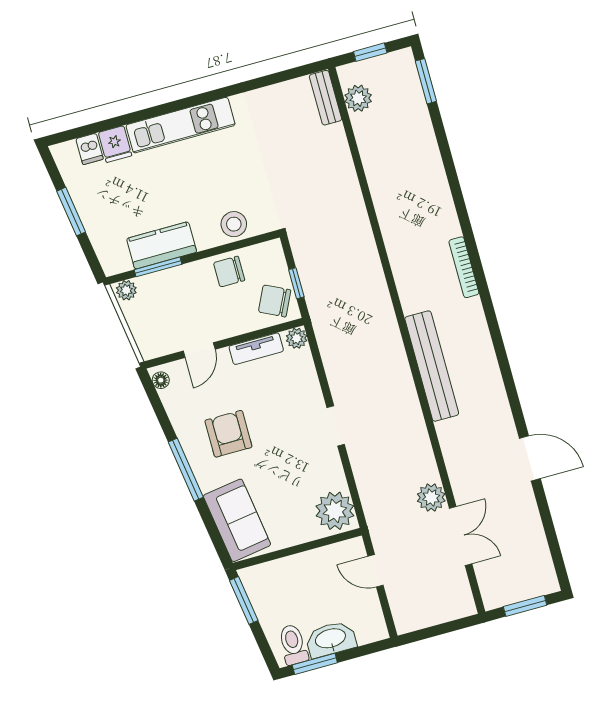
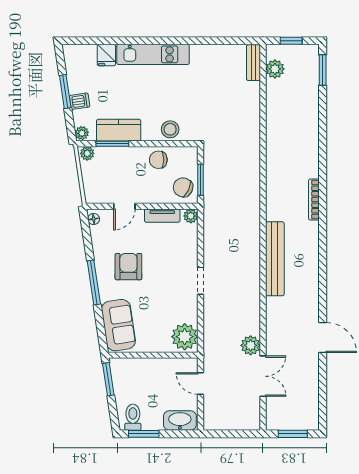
dishwasher: (90, 149) -> (80, 101), moved, turned -99
plant: (111, 264) -> (82, 133), added
window: (296, 283) -> (201, 180), width x1.50
washbasin: (331, 639) -> (180, 420), moved

